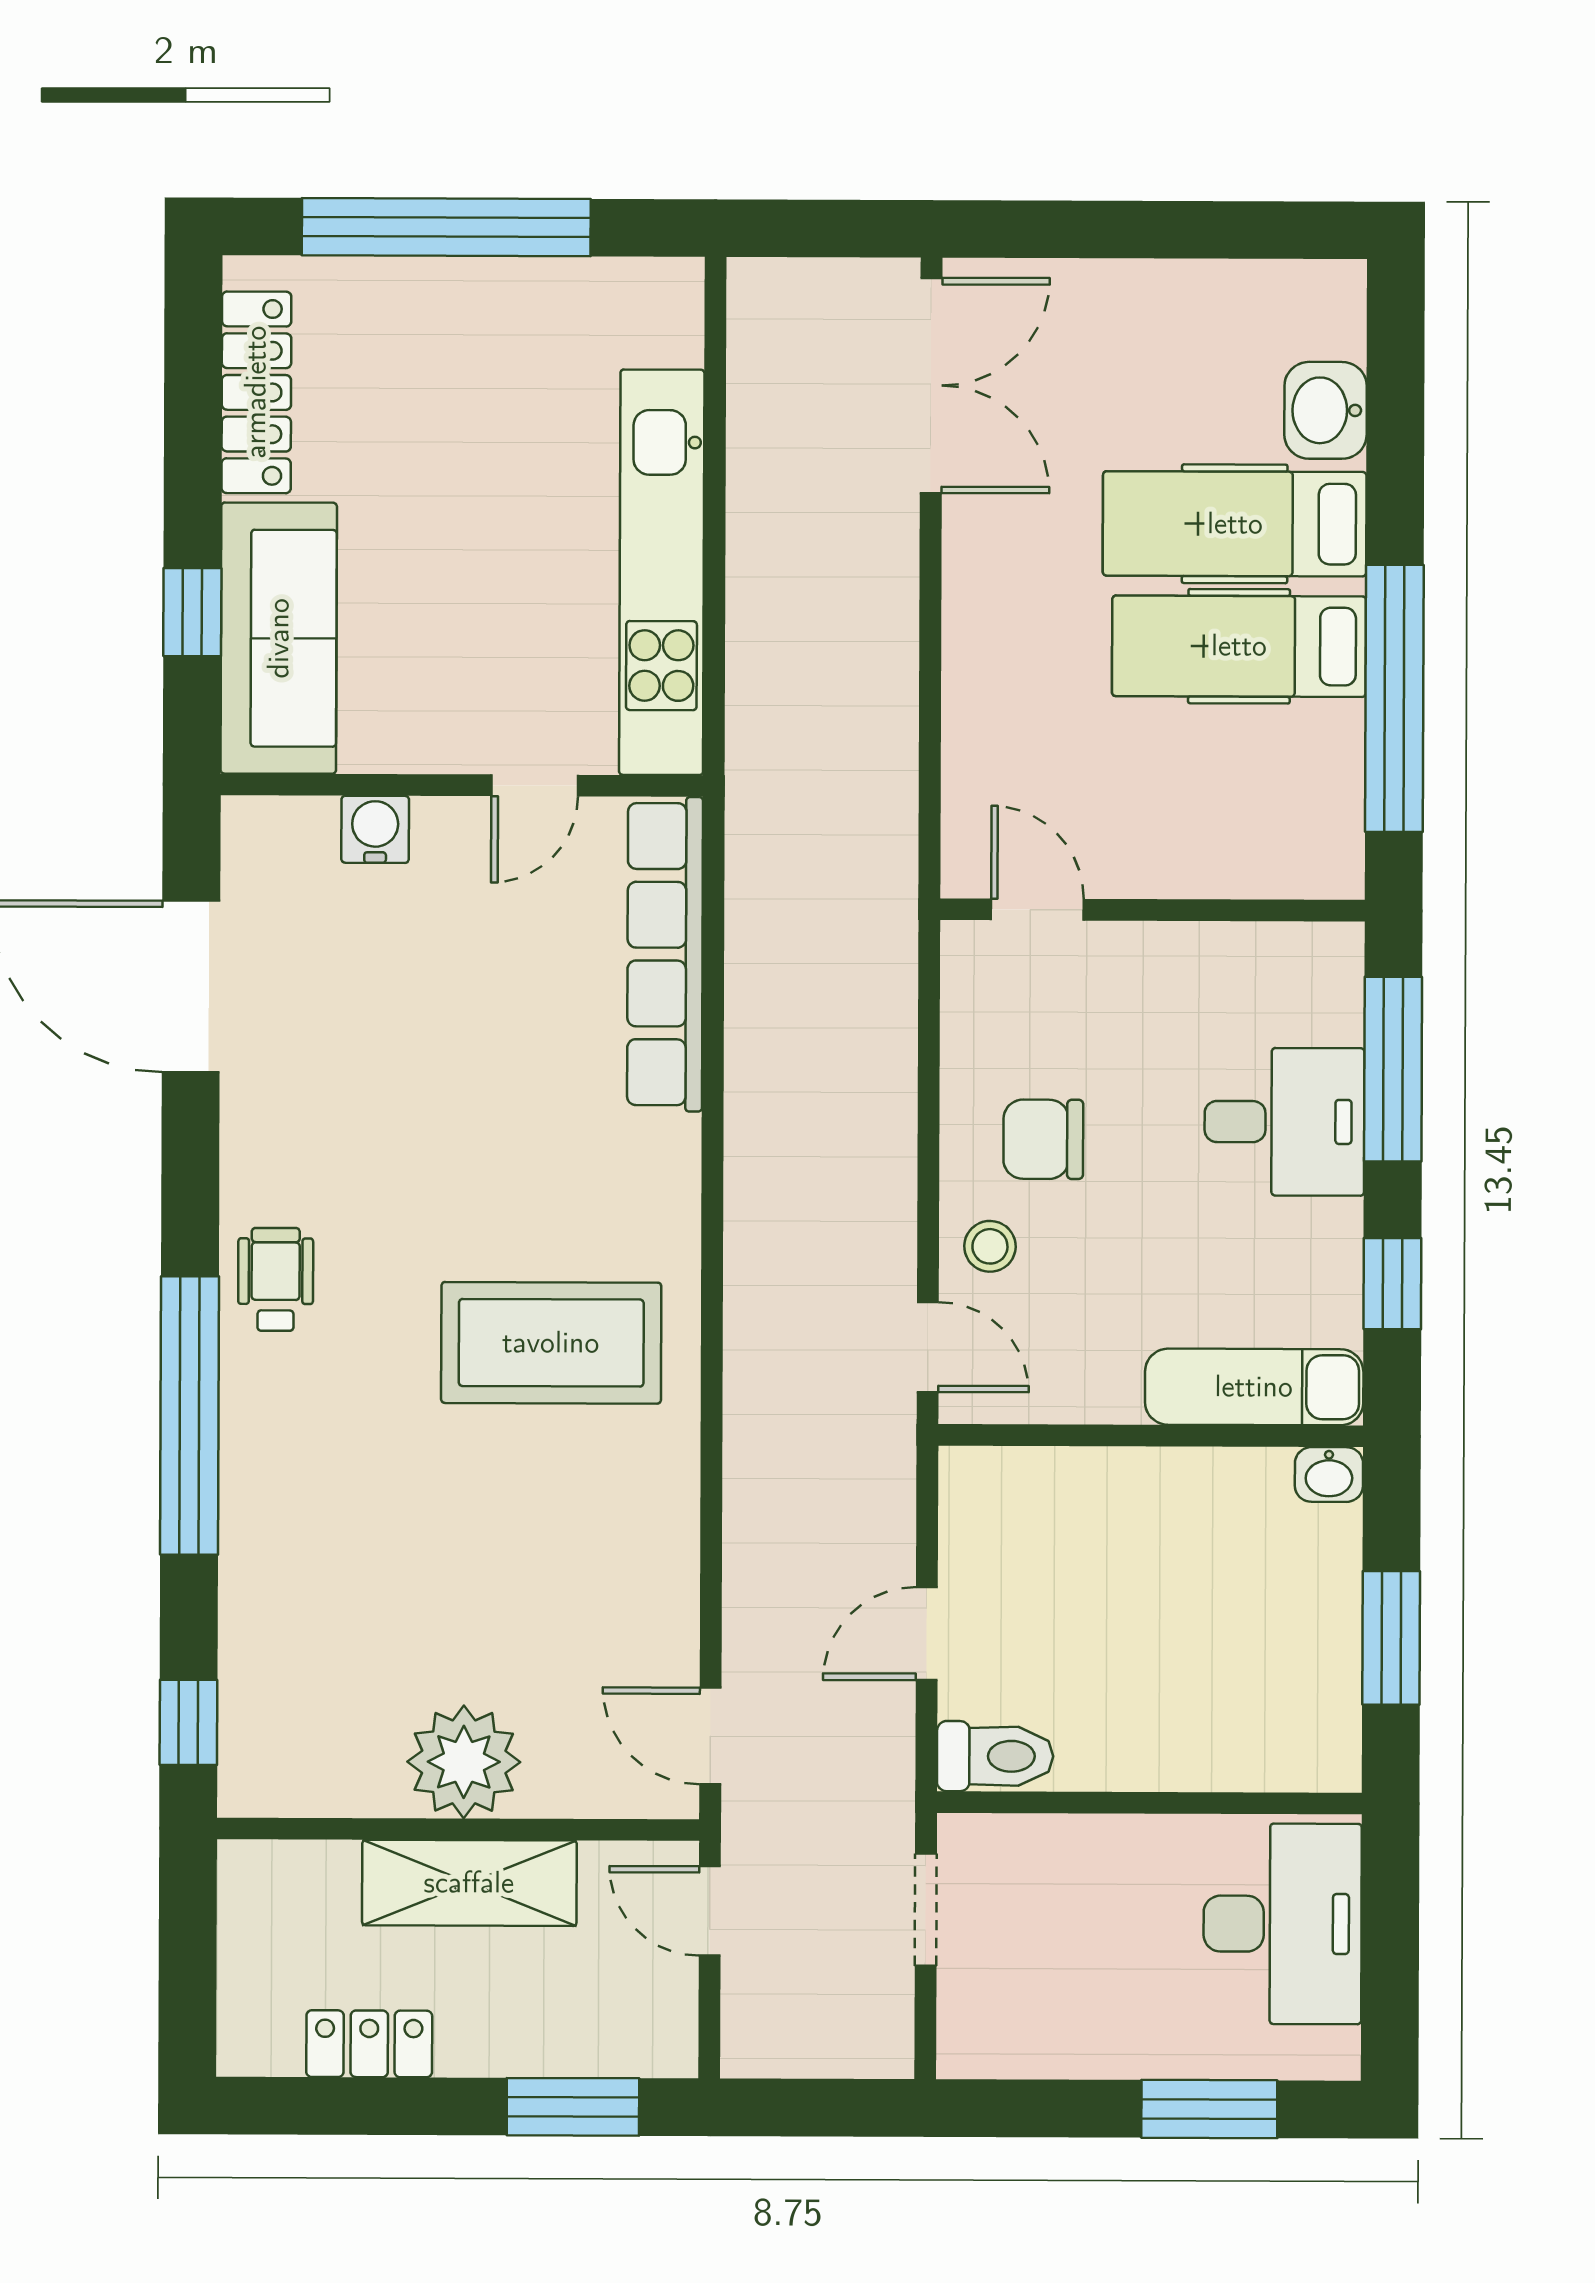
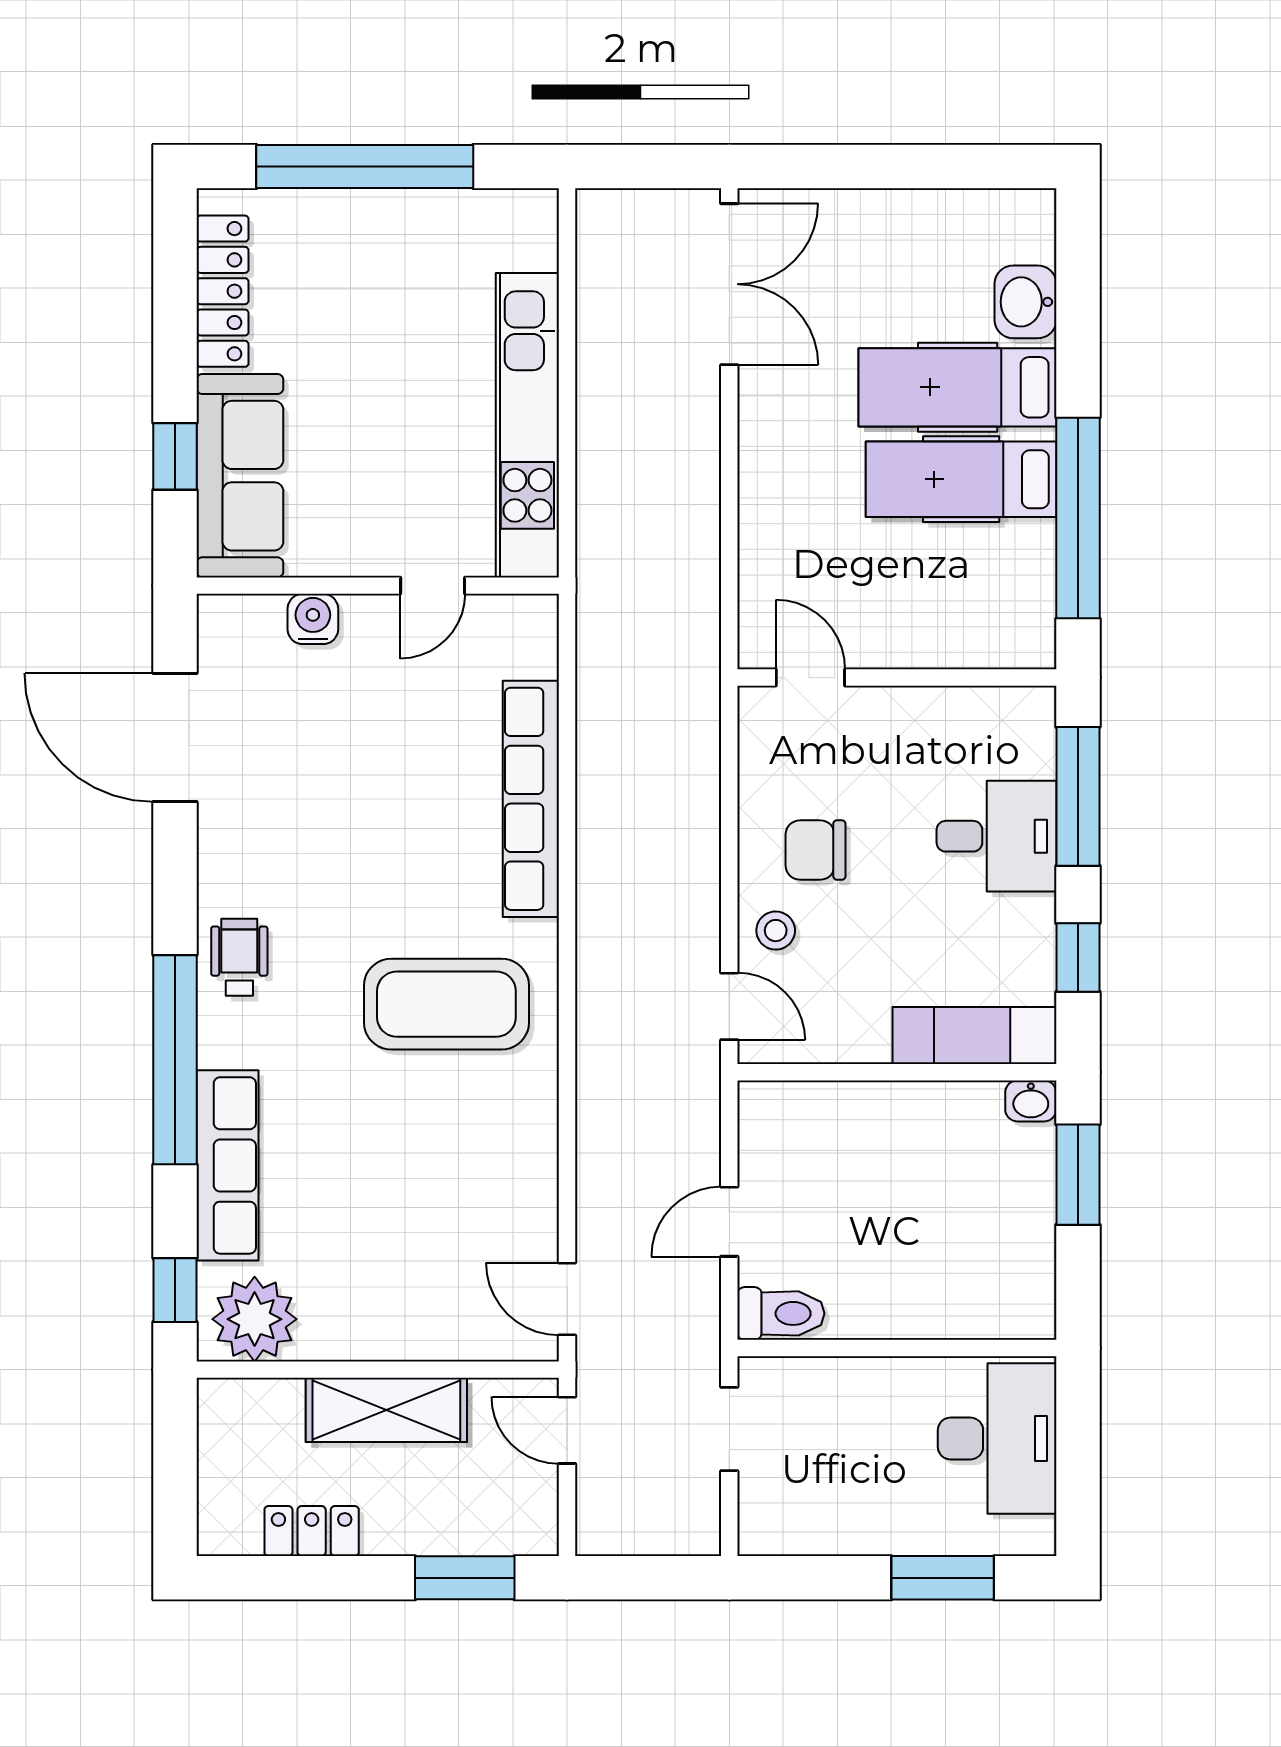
row of seats: (665, 954) -> (531, 799), moved
row of seats: (259, 1557) -> (227, 1165), added
window: (1391, 1638) -> (1078, 1175), moved
plant: (464, 1762) -> (255, 1319), moved

